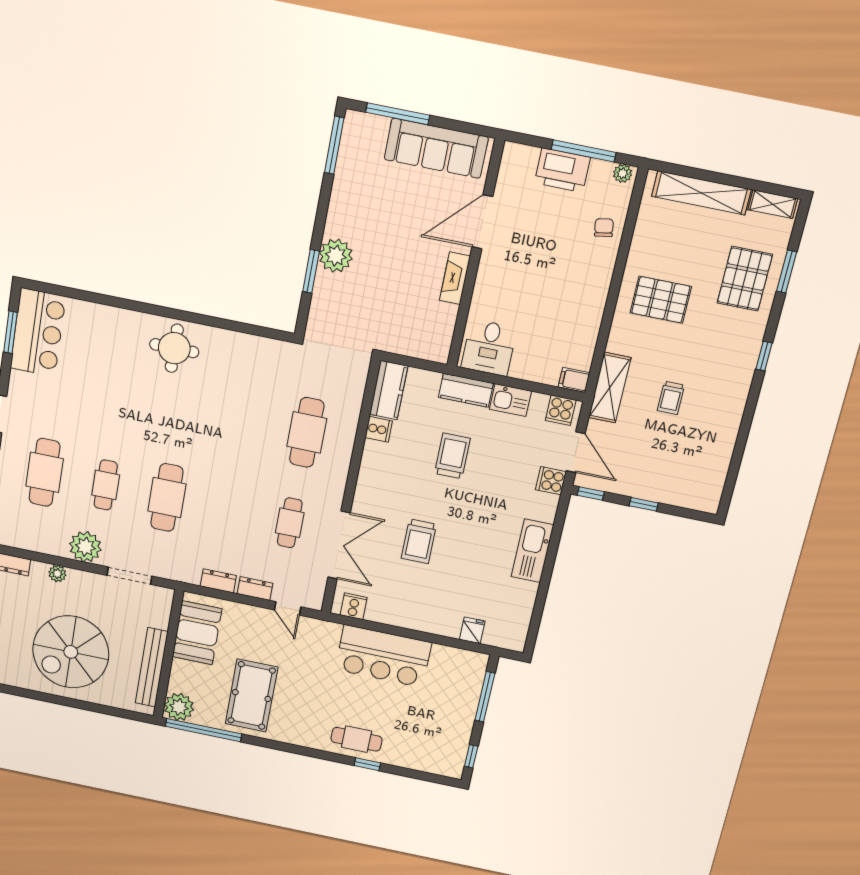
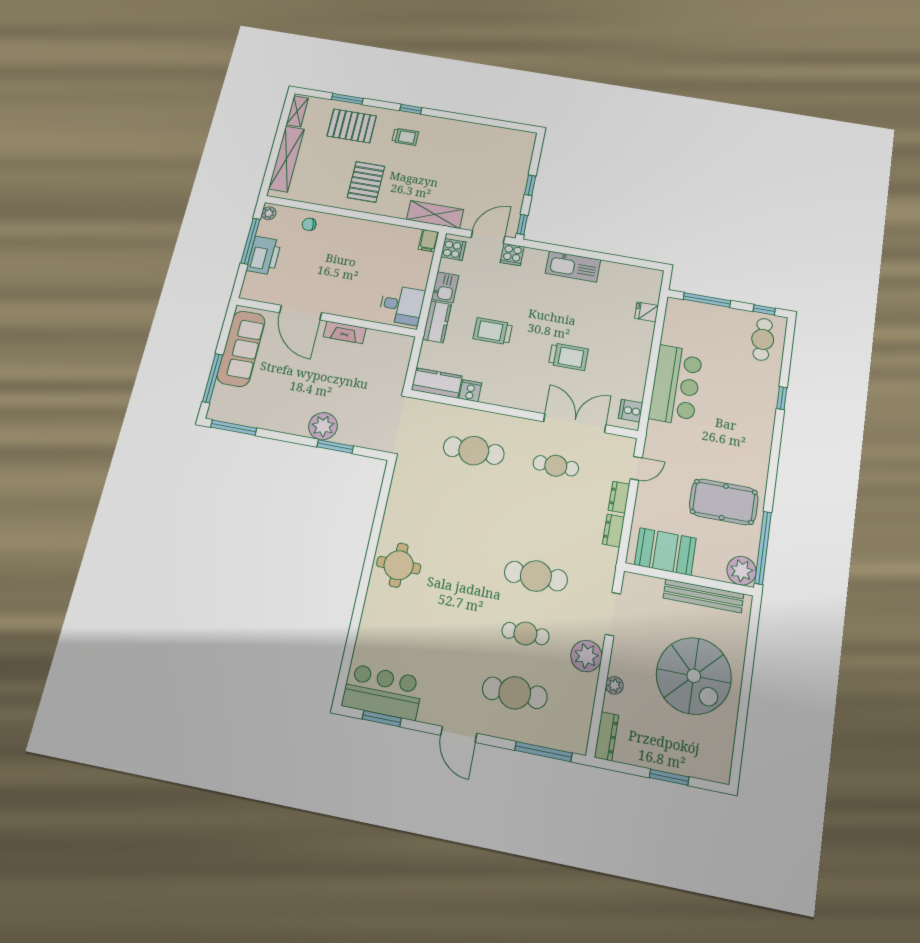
trolley: (671, 398) -> (405, 137), moved
cafe table: (356, 739) -> (763, 339), moved

